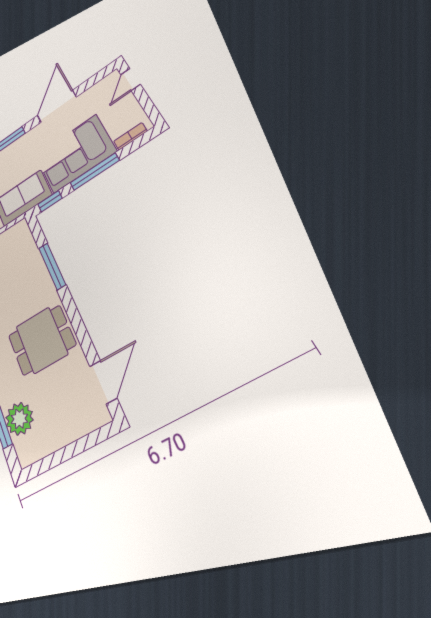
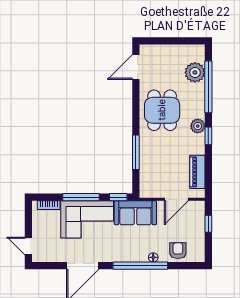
door: (130, 80) -> (28, 246), swing flipped
dining table: (42, 340) -> (162, 110), turned 90

